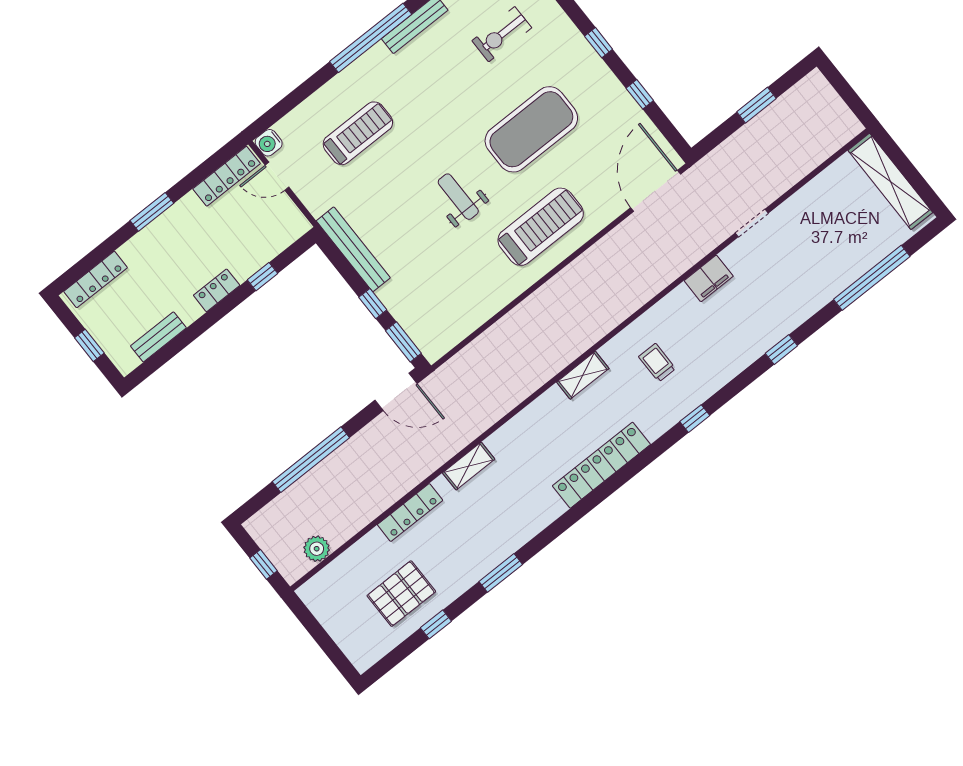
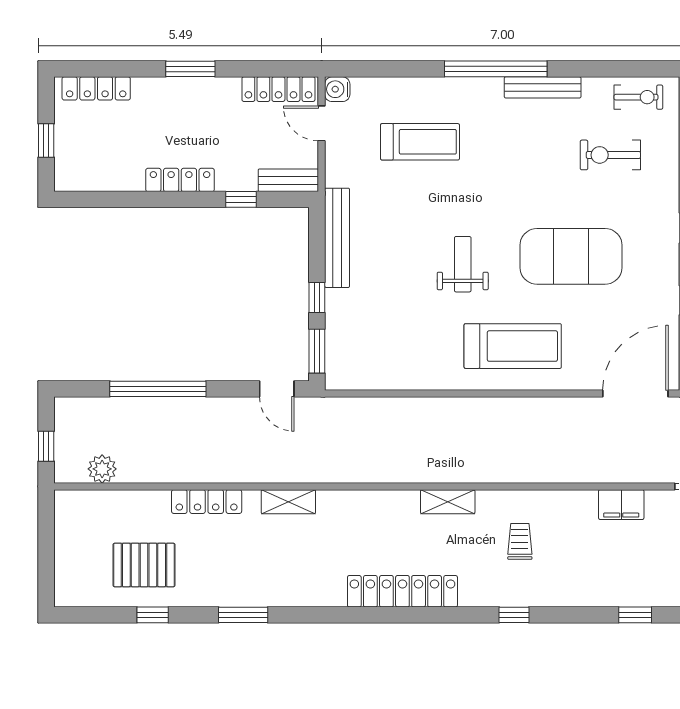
locker: (217, 290) -> (180, 180), width x1.53
bench: (158, 337) -> (288, 180), moved
door: (396, 392) -> (277, 389), width x0.73

